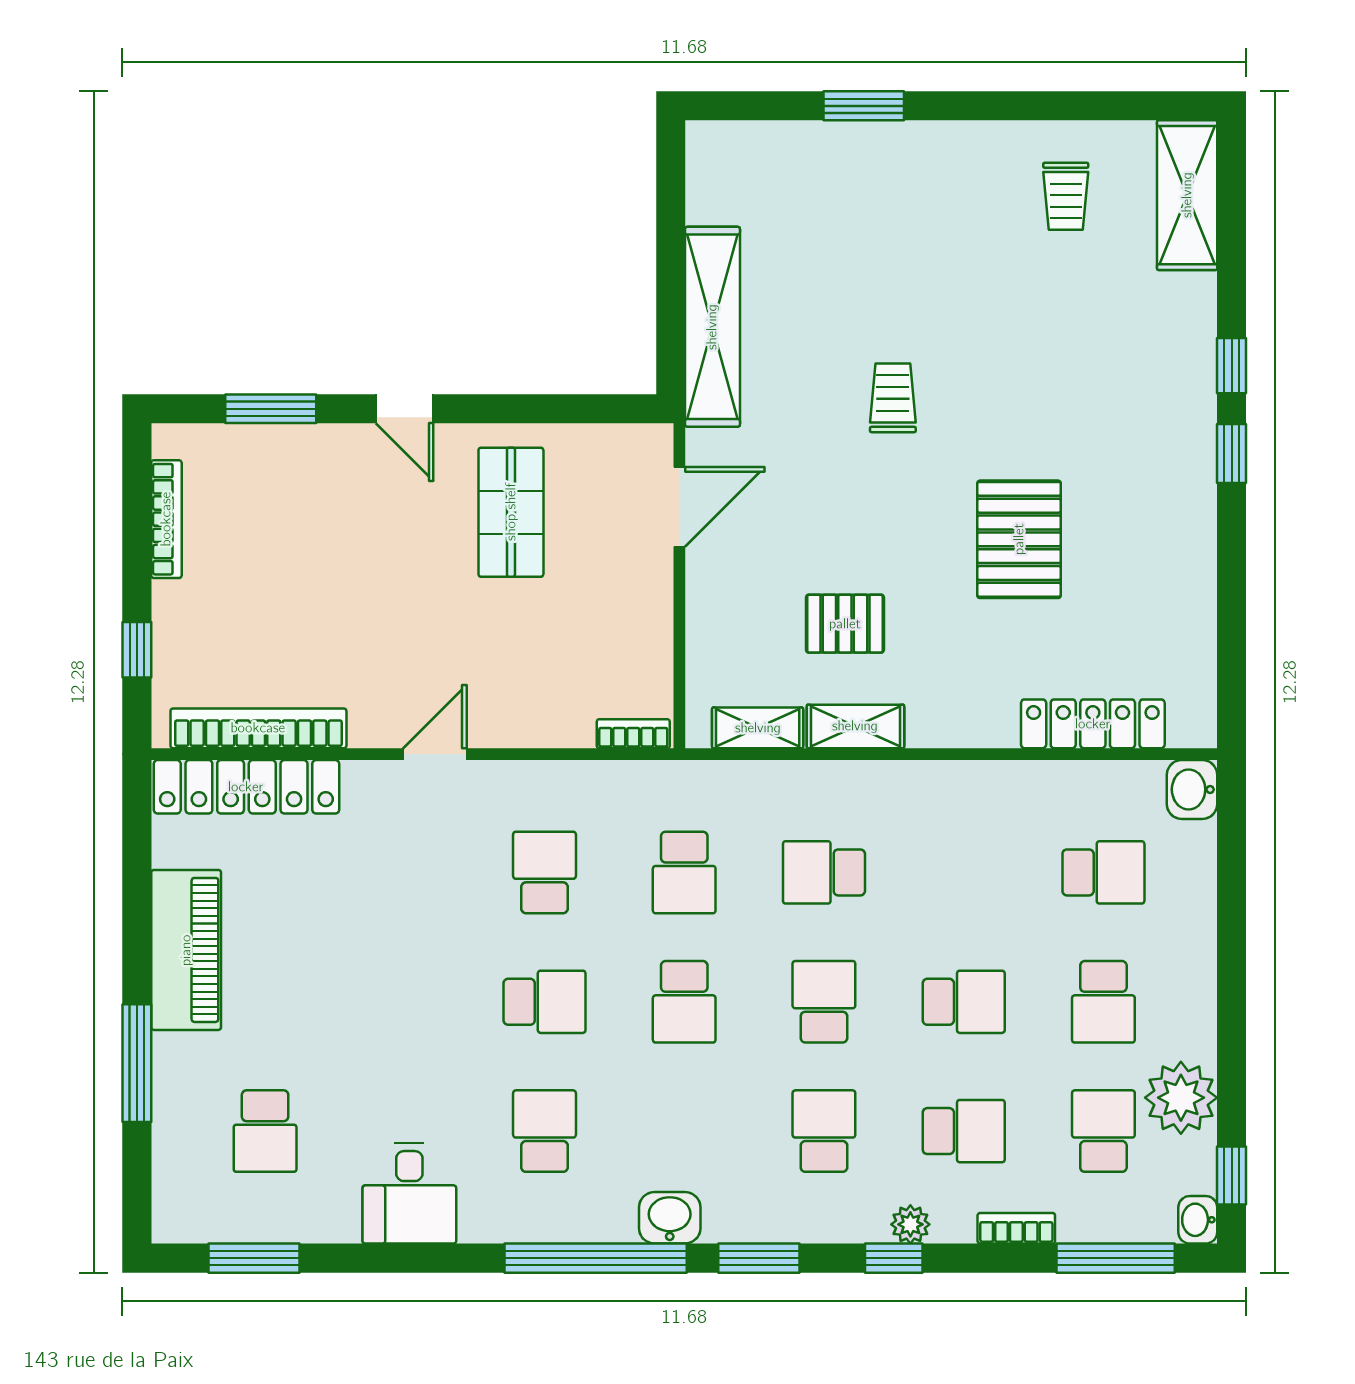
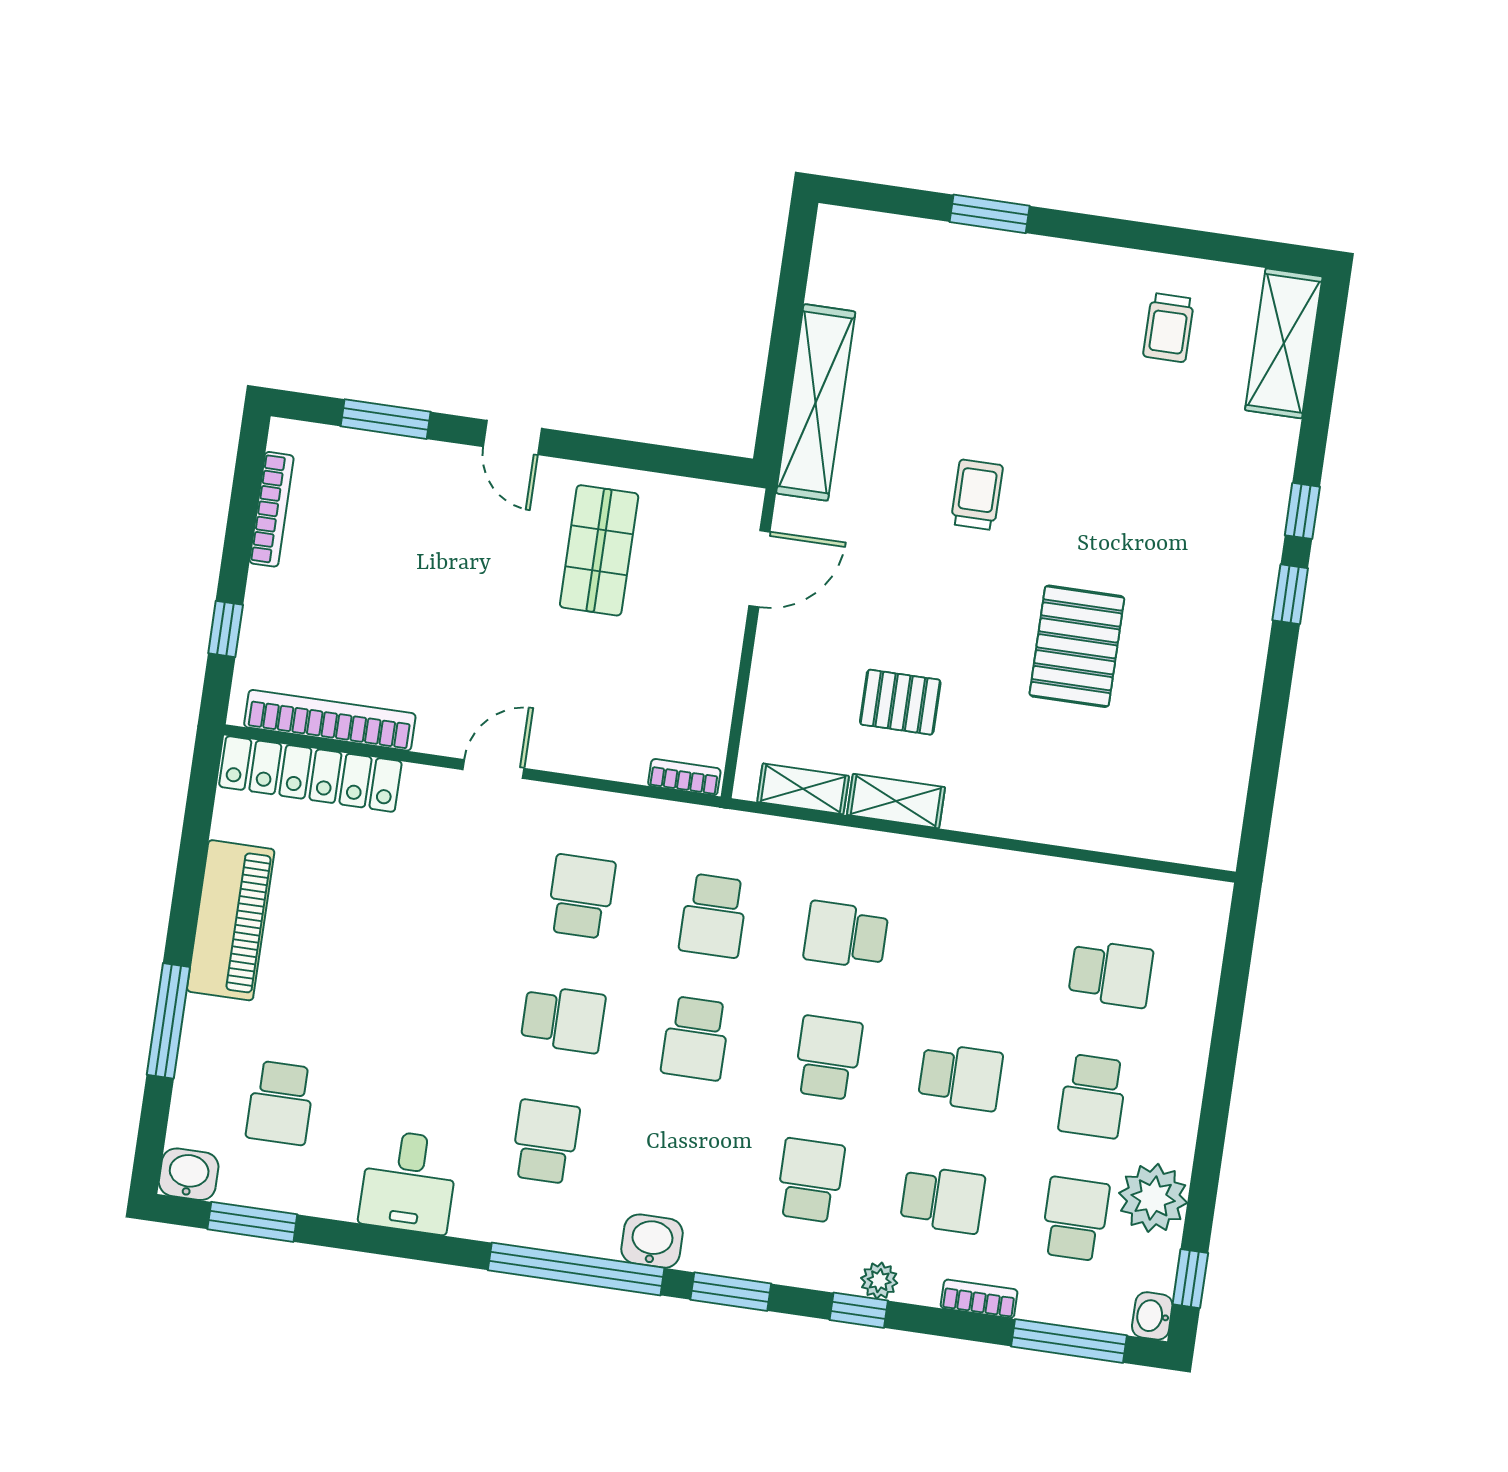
locker: (1093, 724) -> (1121, 831), removed
washbasin: (1192, 789) -> (189, 1174), moved, turned 90

